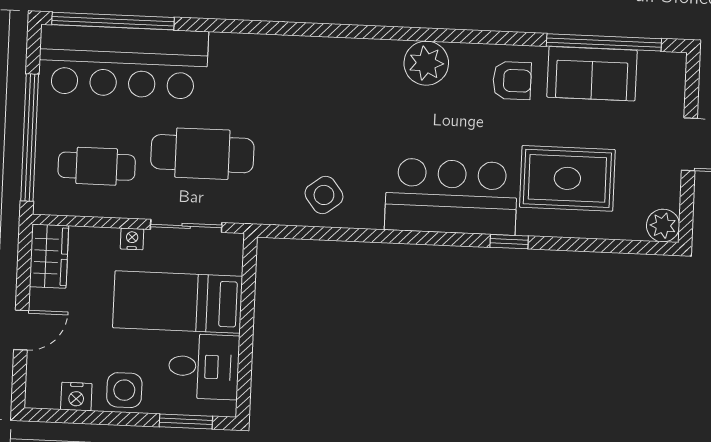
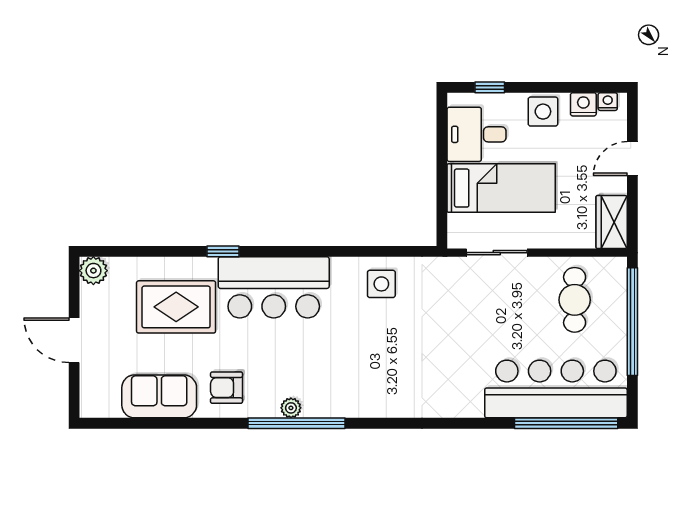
window: (604, 42) -> (297, 423), moved
plant: (426, 63) -> (291, 408), width x0.53, depth x0.53
cafe table: (202, 154) -> (486, 314), removed
cafe table: (97, 166) -> (575, 300), turned 90
side table: (324, 195) -> (381, 284), turned 37
nightstand: (132, 239) -> (608, 102), moved, turned 180
window: (186, 421) -> (490, 87), width x0.67

